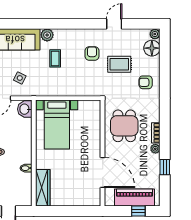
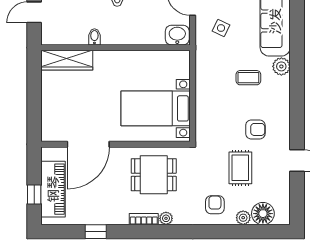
plant: (155, 34) -> (243, 218), moved
bed with nightstands: (57, 124) -> (156, 108), moved
plant: (155, 149) -> (166, 218), moved

